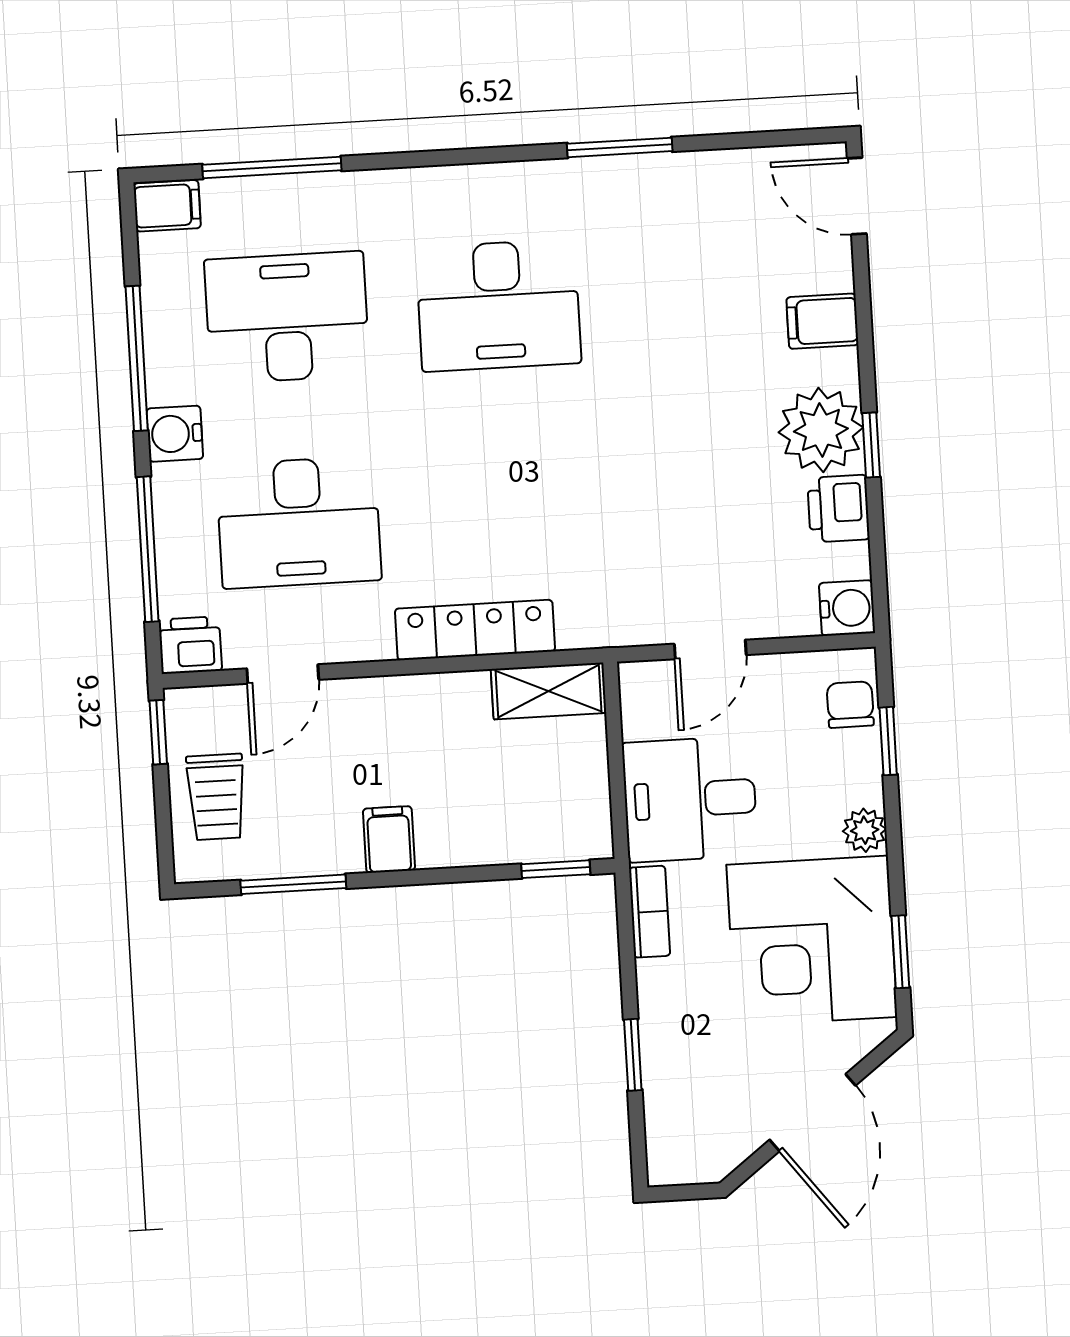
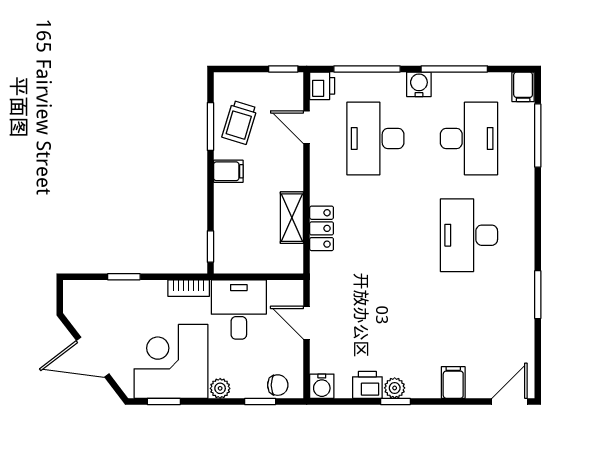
plant: (821, 430) -> (395, 388), width x0.53, depth x0.53
locker: (475, 630) -> (322, 228), width x0.66
shelving: (549, 691) -> (292, 218), moved
trolley: (216, 797) -> (240, 122), moved, turned -73

